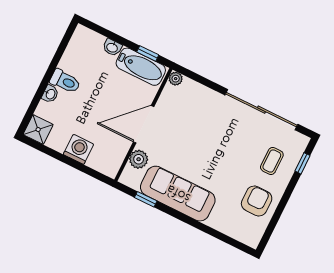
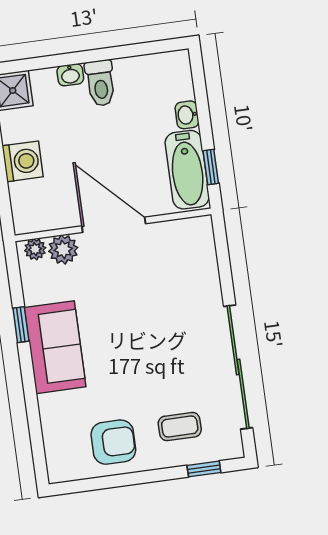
plant: (176, 79) -> (35, 249), moved
sofa: (178, 194) -> (55, 347), width x0.73
window: (146, 199) -> (21, 325), moved

